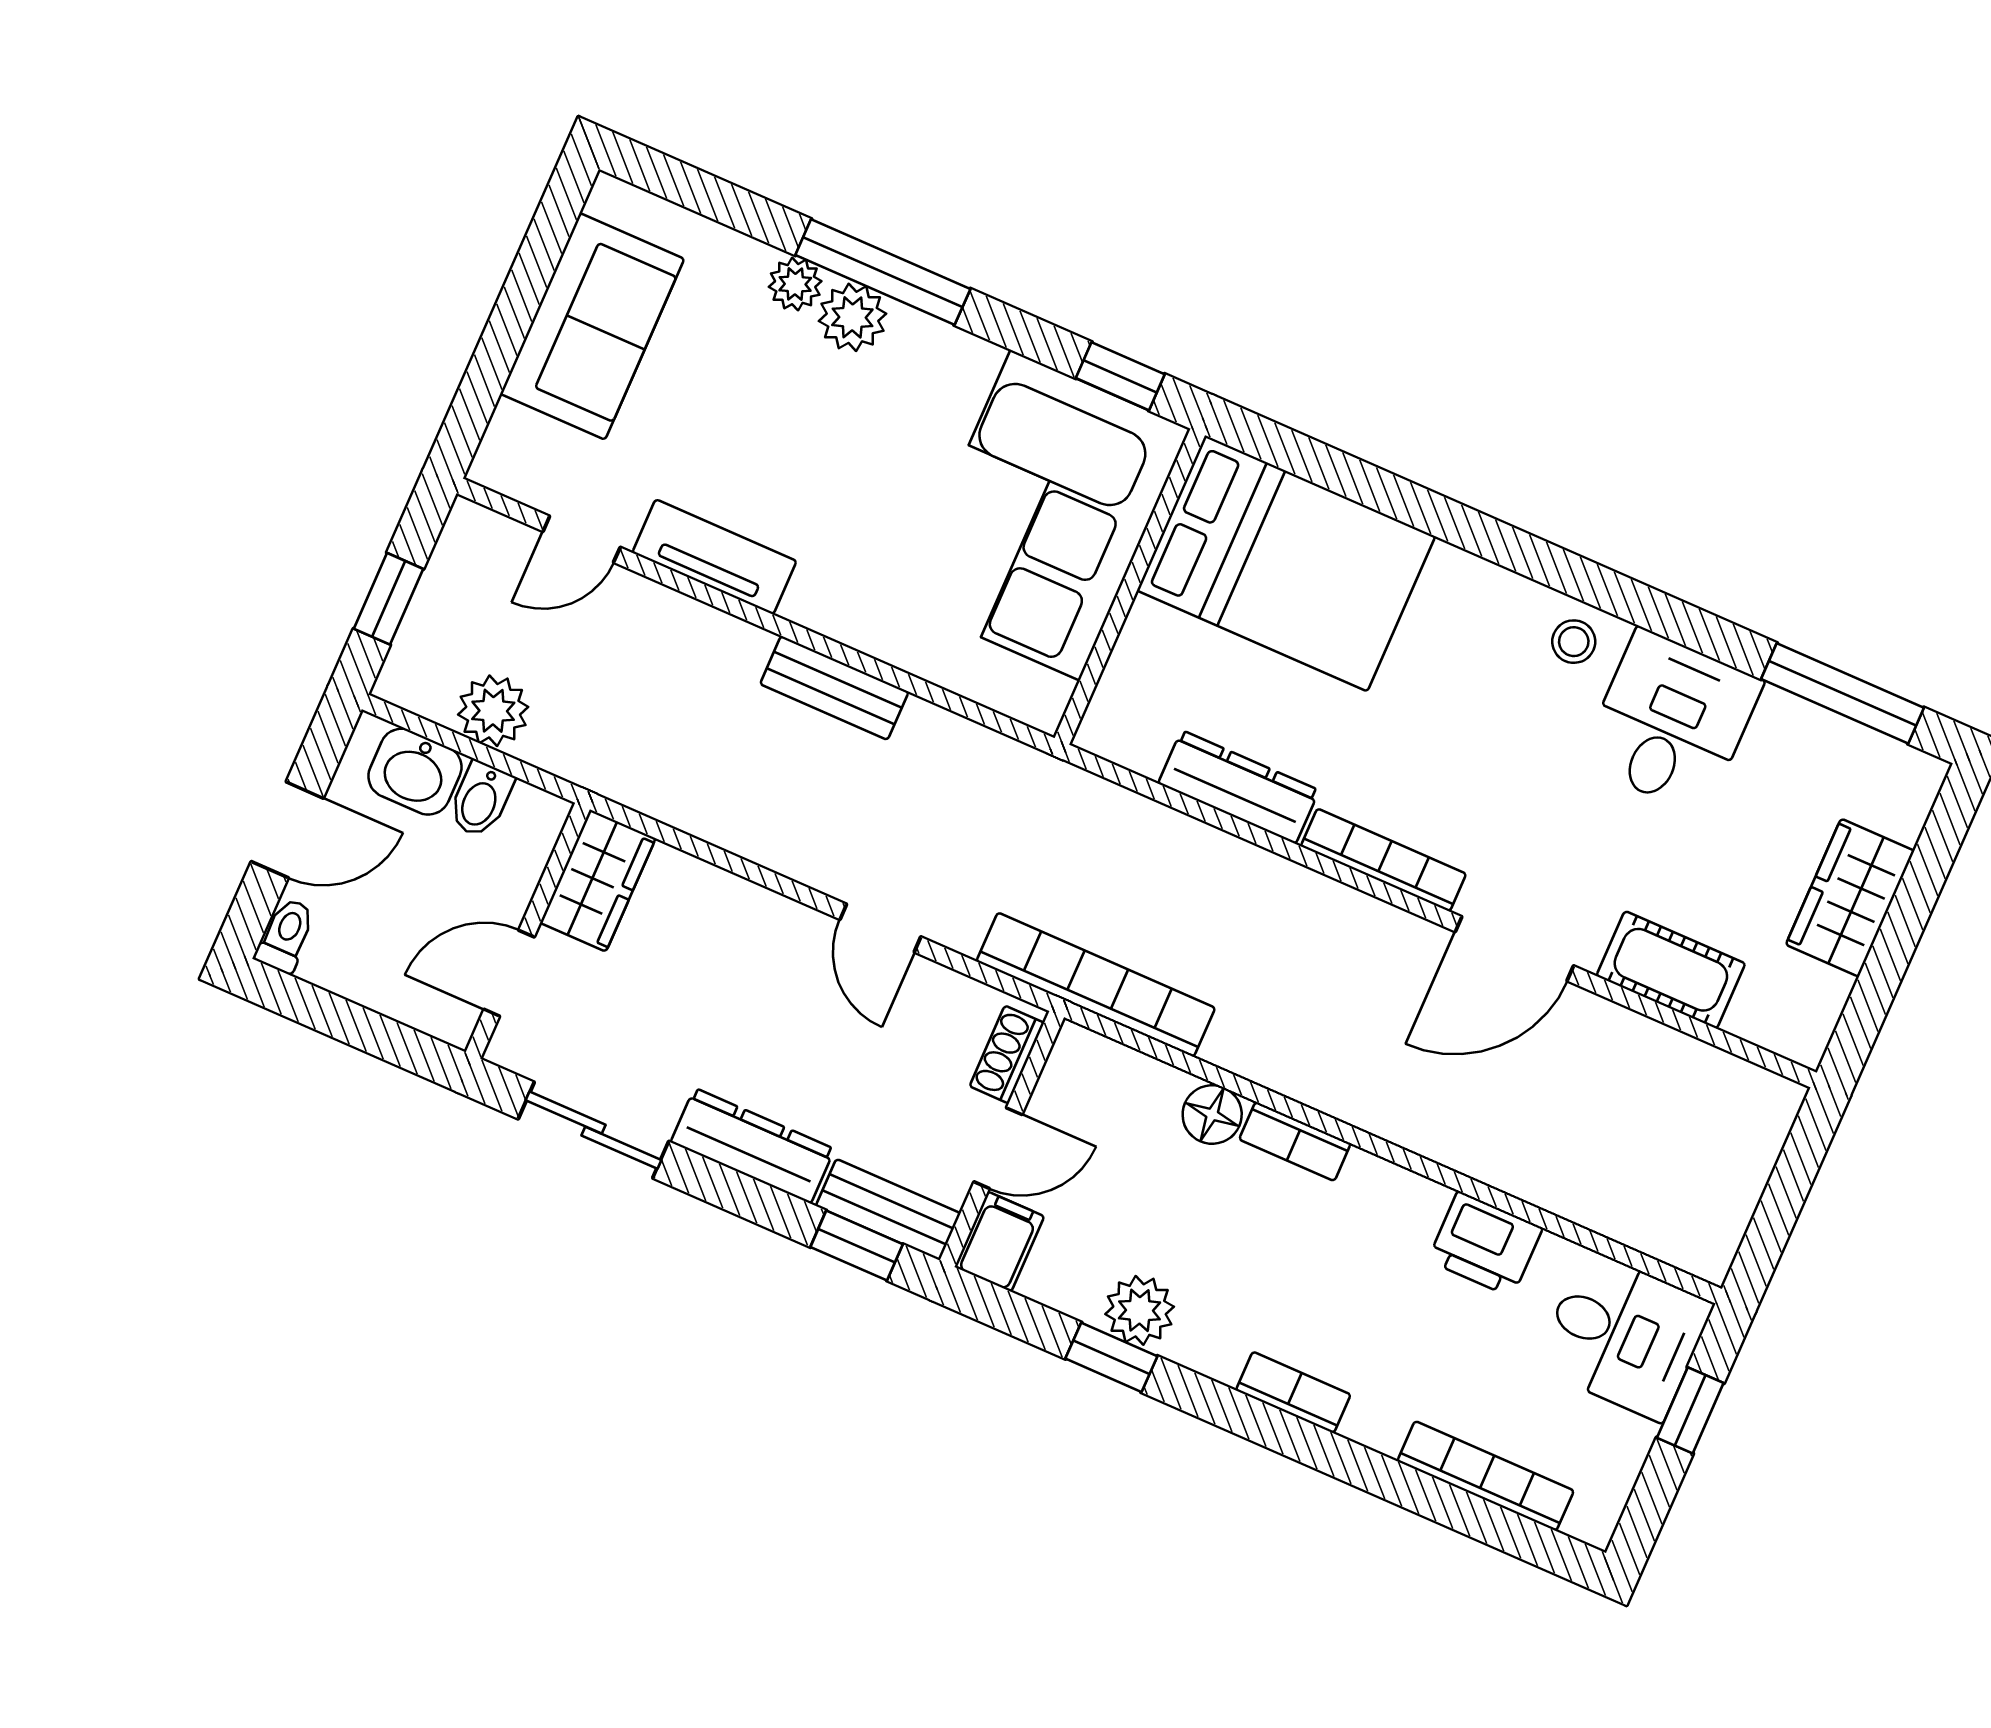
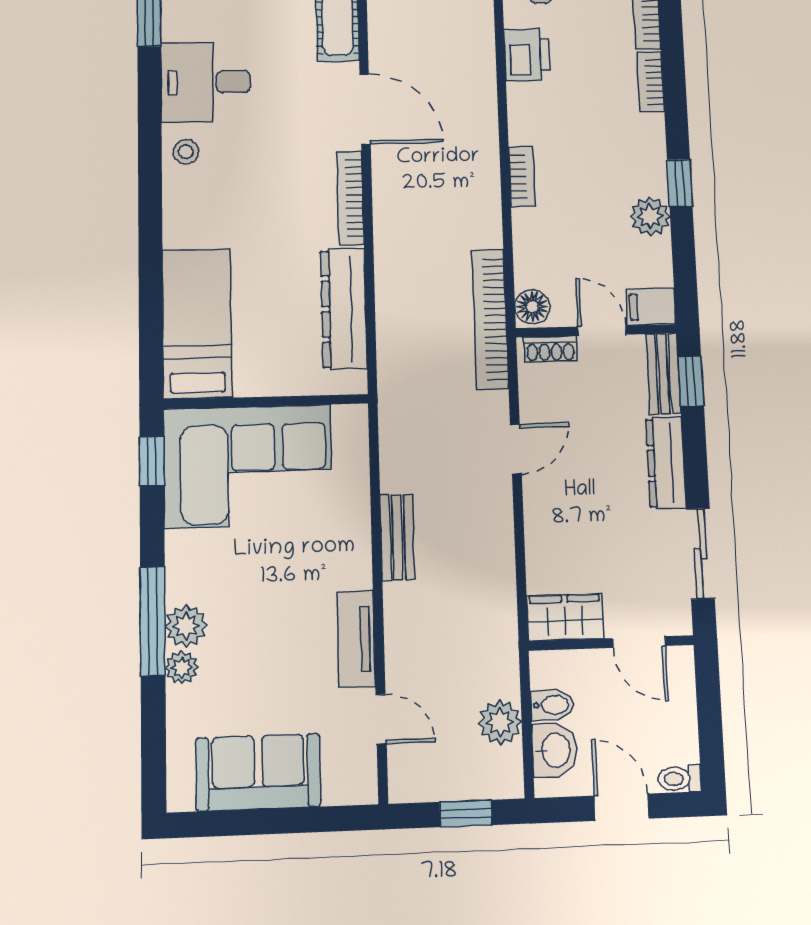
bed: (1286, 563) -> (197, 323), width x0.67
dresser: (1239, 787) -> (344, 309), width x1.37, depth x1.24
floor lamp: (1212, 1114) -> (532, 307), moved
window: (1111, 1357) -> (680, 183), moved
bookcase: (1293, 1392) -> (651, 82), moved

